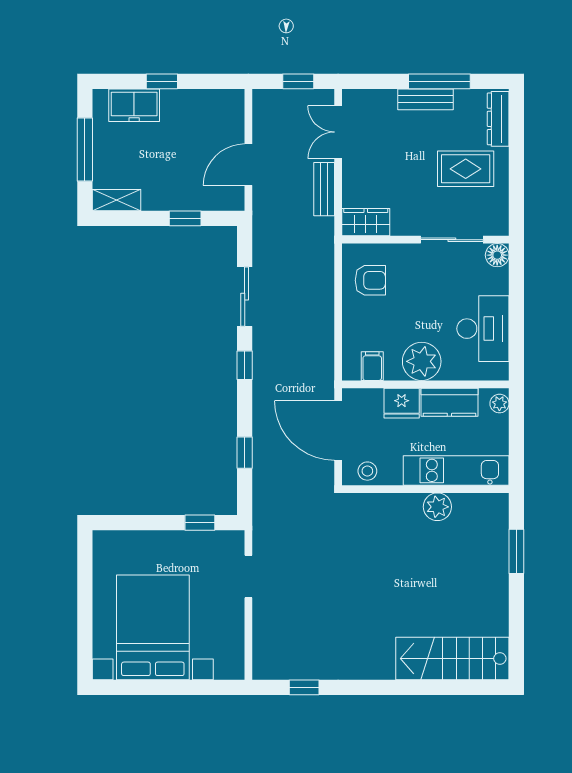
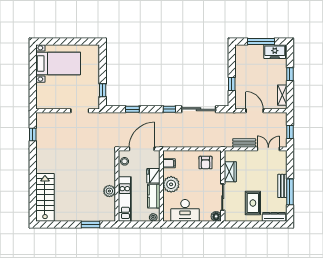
freezer: (134, 105) -> (275, 52), moved, turned -90
shelving: (117, 200) -> (282, 95), moved
wardrobe: (366, 222) -> (230, 172), moved
sliding door: (245, 297) -> (199, 109), width x1.37
bed with nightstands: (153, 627) -> (58, 63), width x0.73

